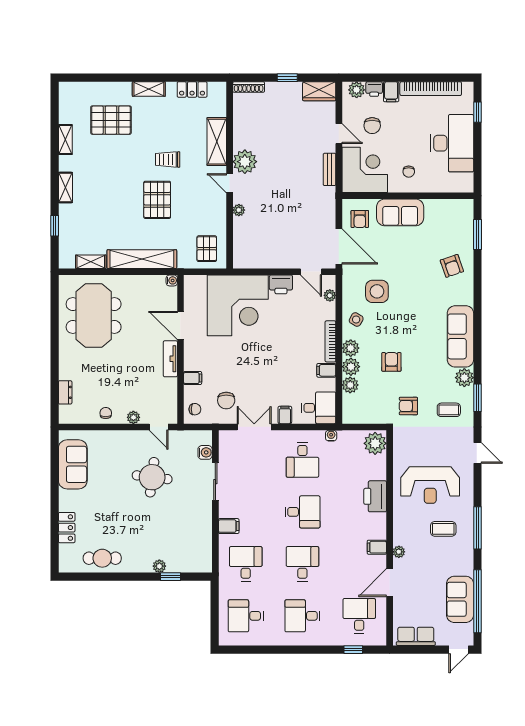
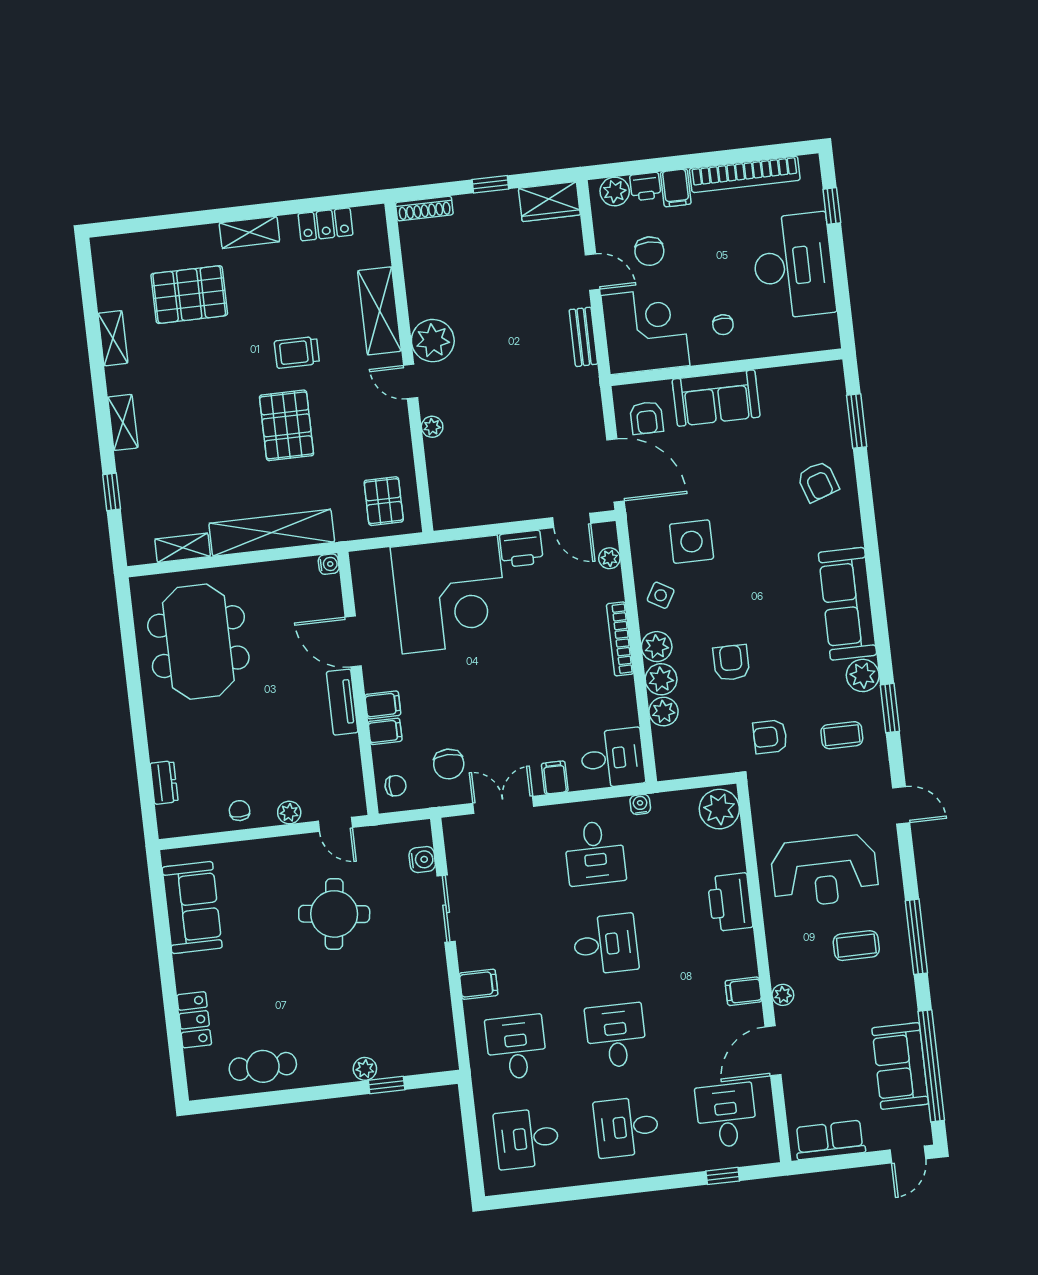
filing cabinet: (326, 370) -> (383, 705), moved, turned 180

